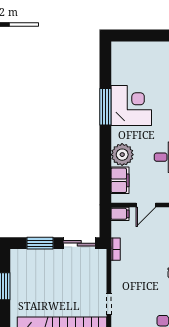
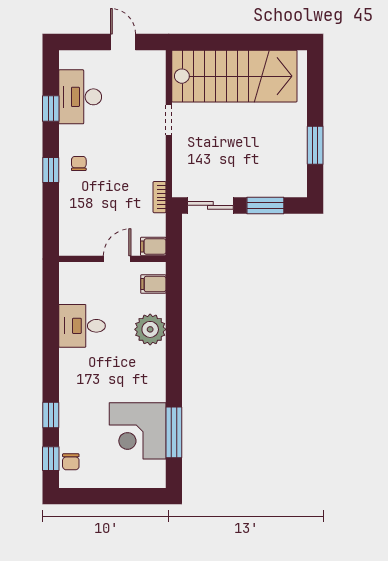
corner desk: (131, 106) -> (138, 431), moved
window: (105, 107) -> (174, 432), moved
filing cabinet: (120, 180) -> (153, 284), width x0.50

